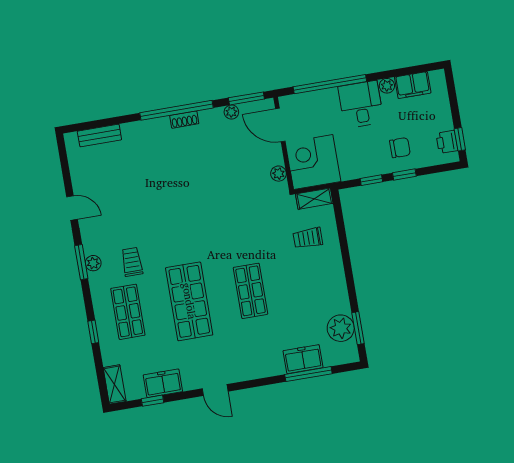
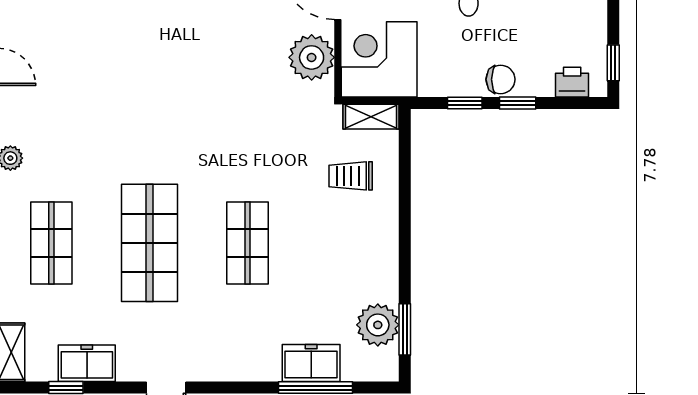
printer: (447, 142) -> (572, 82), moved, turned 90
chair: (400, 148) -> (501, 79), moved
plant: (279, 174) -> (312, 57), width x1.88, depth x1.88
trolley: (132, 262) -> (71, 166), removed

